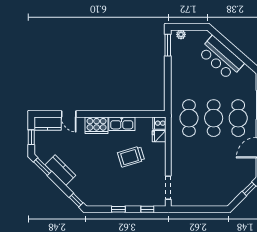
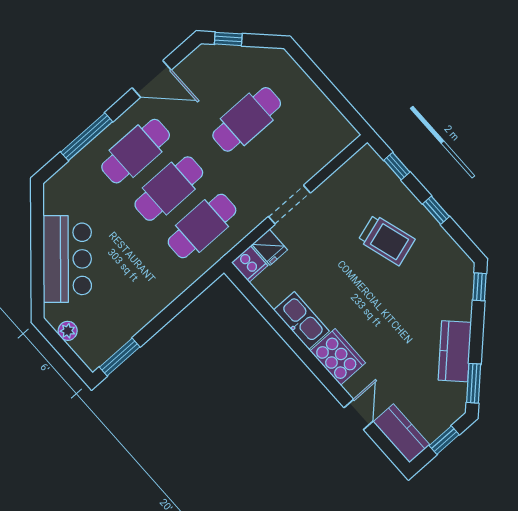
plant: (181, 34) -> (68, 331), moved
trolley: (131, 157) -> (386, 240), moved
cafe table: (214, 169) -> (247, 119), added
doorway: (168, 188) -> (289, 205), moved

